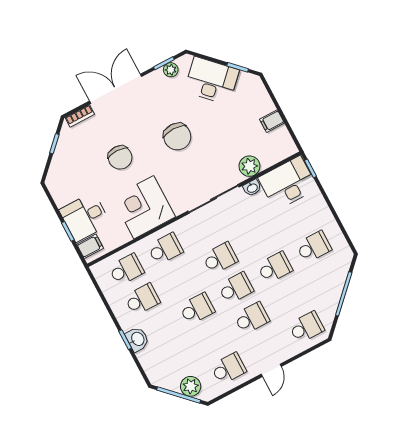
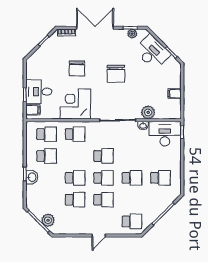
school desk: (229, 368) -> (75, 200), moved

